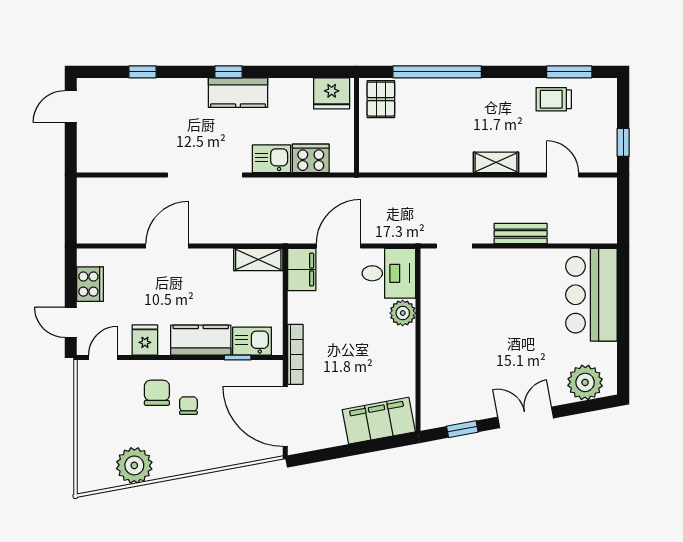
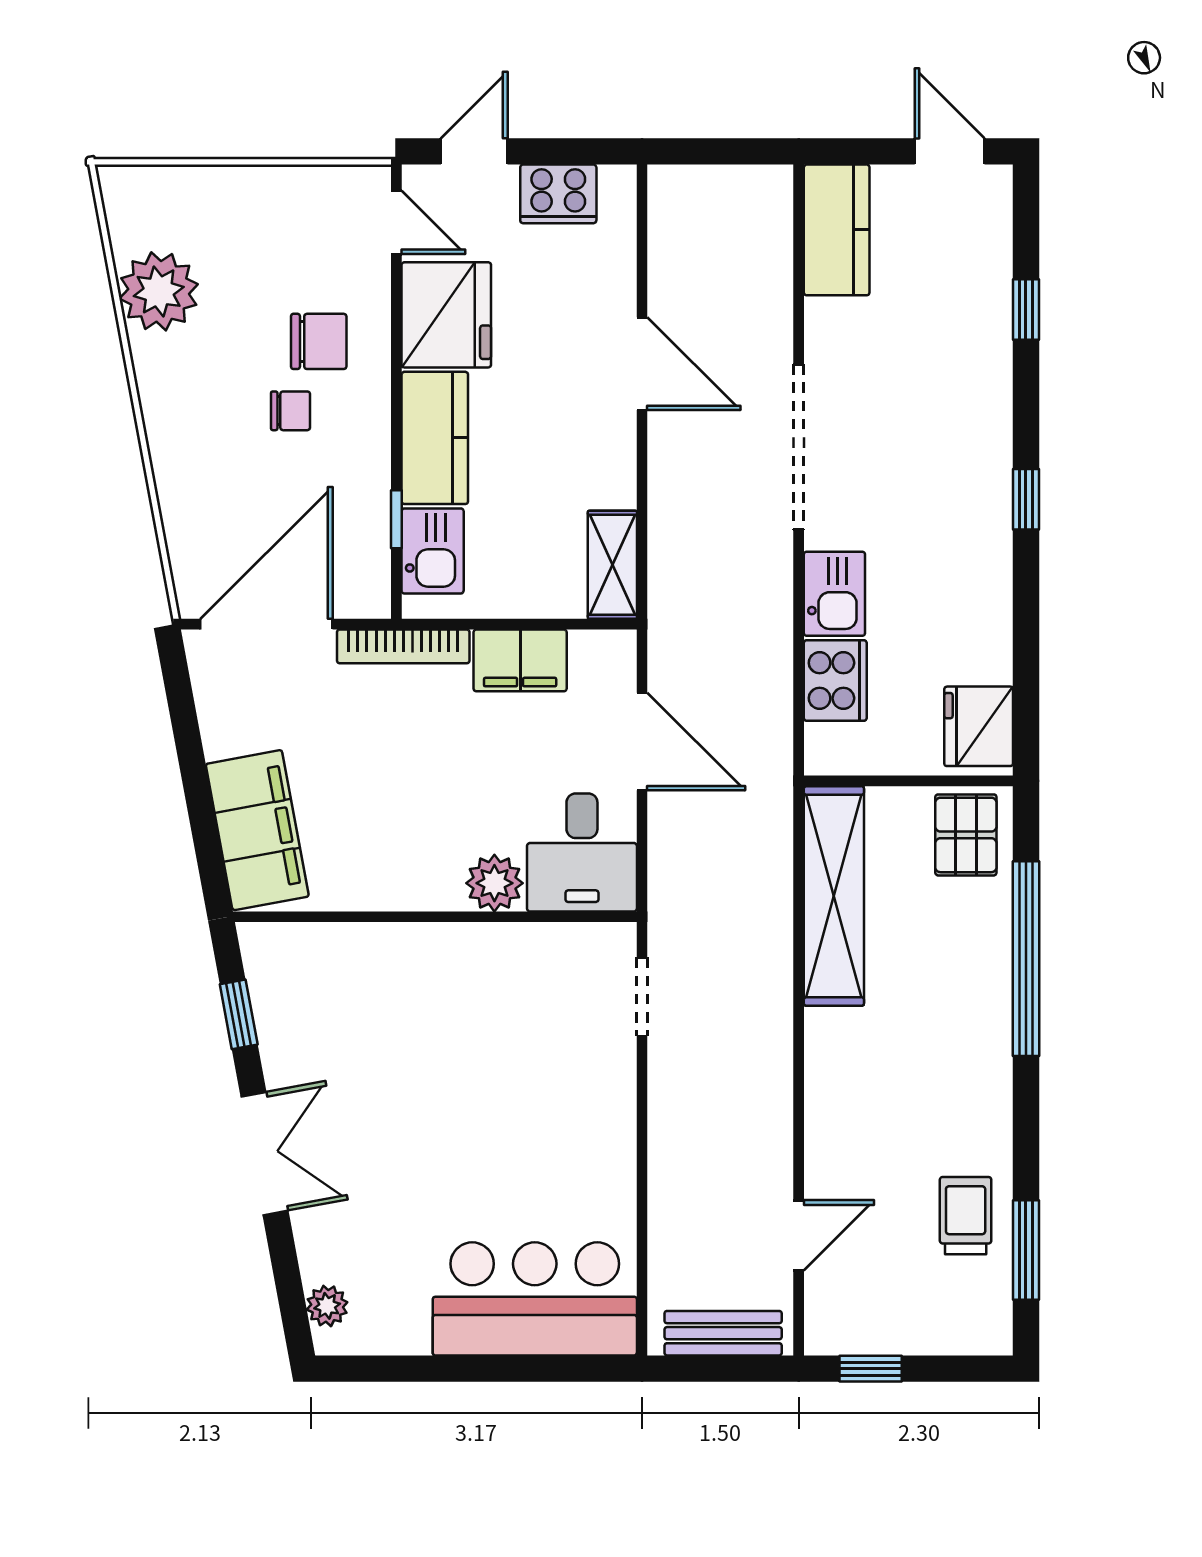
kitchen counter: (238, 93) -> (837, 230), moved, turned 180
pallet: (381, 99) -> (966, 835), turned 90
shelving: (496, 162) -> (834, 896), moved, width x2.20, depth x1.33
bench: (521, 234) -> (723, 1333), moved, turned 90
filing cabinet: (302, 270) -> (520, 660), moved
fridge: (145, 340) -> (446, 315), width x1.88, depth x1.34
plant: (585, 382) -> (327, 1306), width x0.53, depth x0.53

